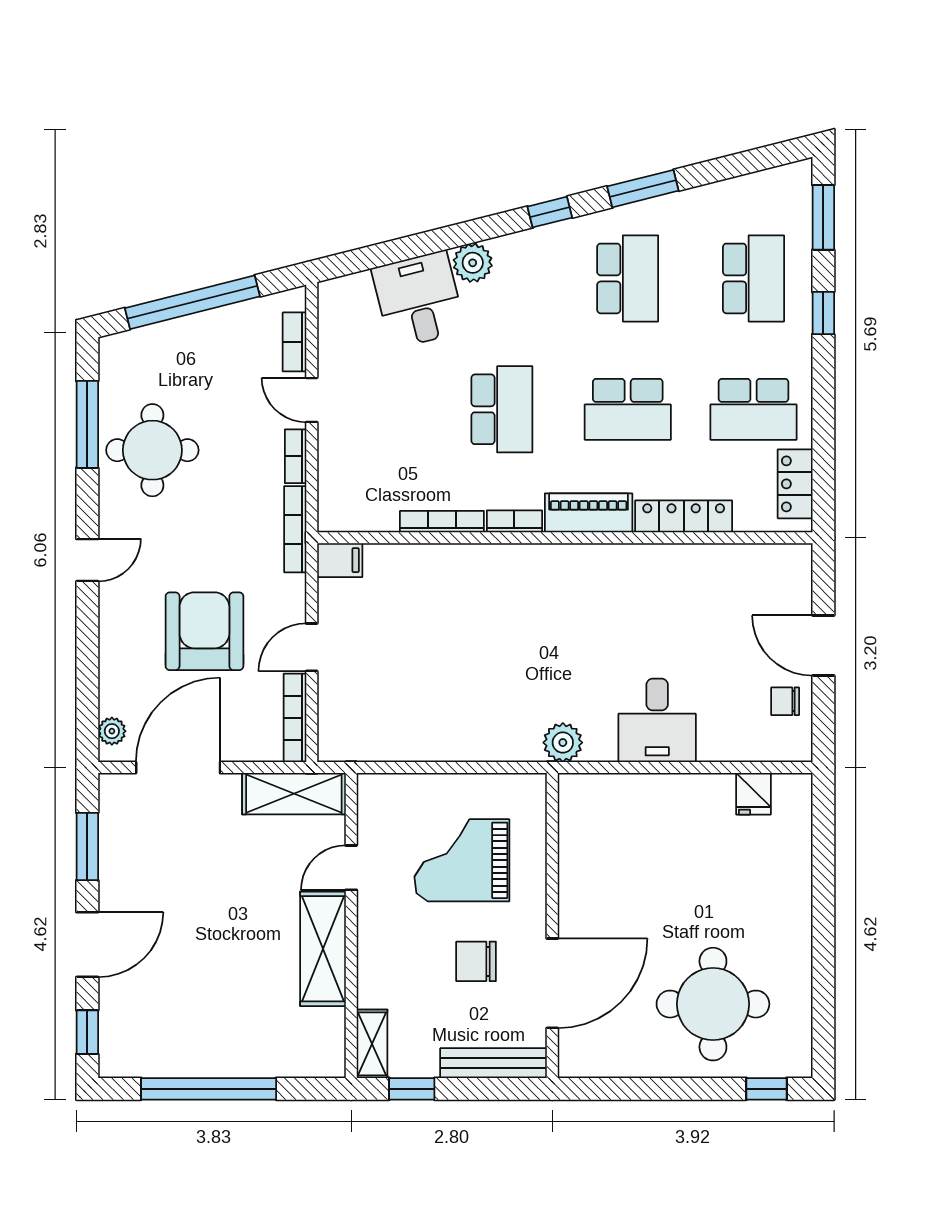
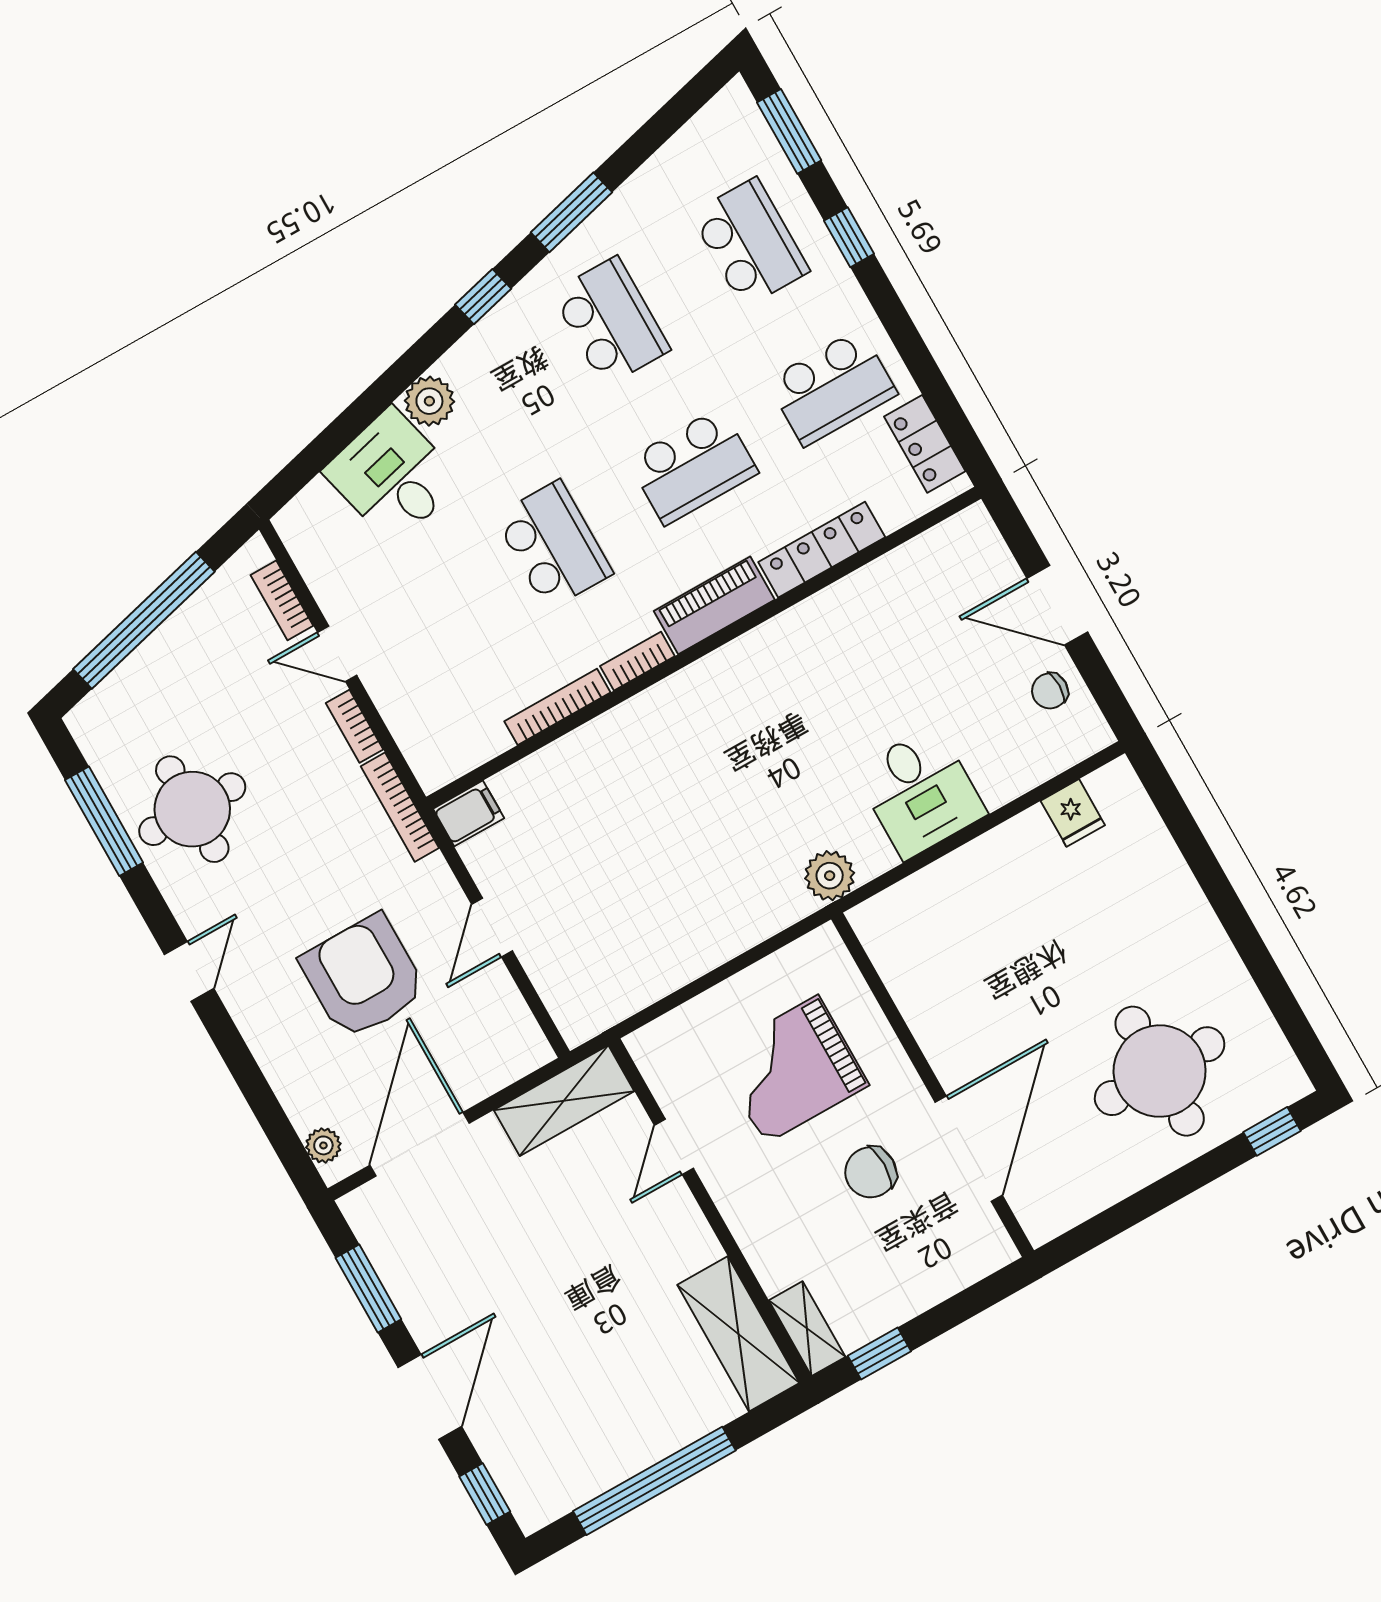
bookcase: (295, 718) -> (518, 1016), removed
shelving: (323, 949) -> (738, 1334), moved
bench: (494, 1063) -> (954, 1274), removed

